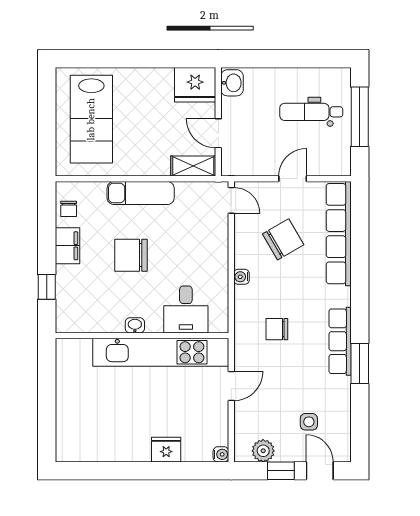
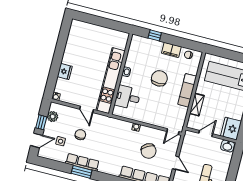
shelving: (193, 166) -> (197, 105), moved
chair: (277, 329) -> (80, 135), moved
row of seats: (340, 341) -> (82, 162), moved

